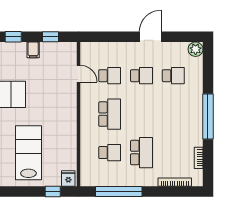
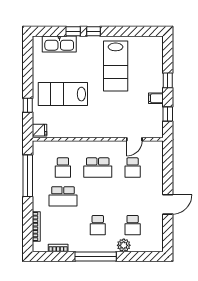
door: (150, 37) -> (168, 204), hinge flipped
plant: (196, 49) -> (124, 245), moved
school desk: (141, 76) -> (98, 225), moved
lab bench: (28, 153) -> (63, 94), turned 180
window: (53, 191) -> (28, 105), moved

